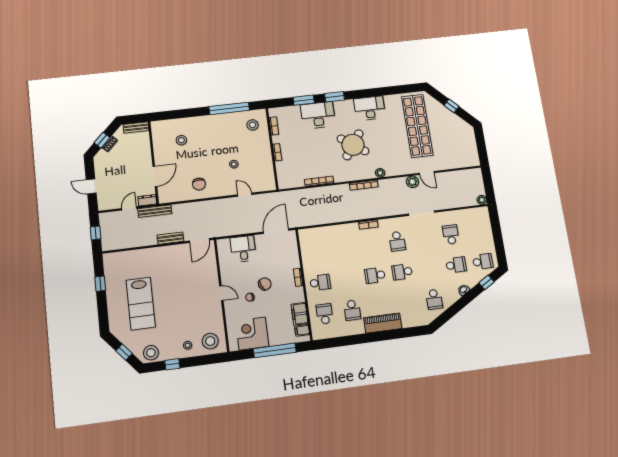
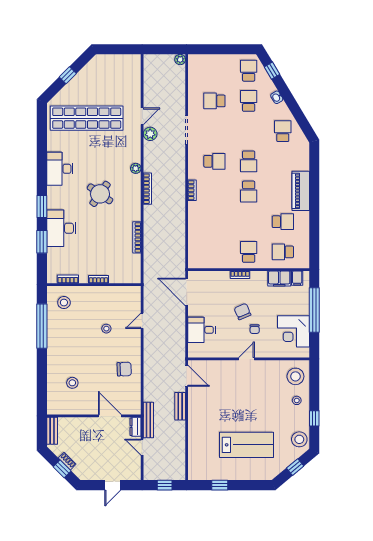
round table: (353, 145) -> (100, 194), width x0.73, depth x0.73
school desk: (434, 299) -> (283, 131), turned -90

